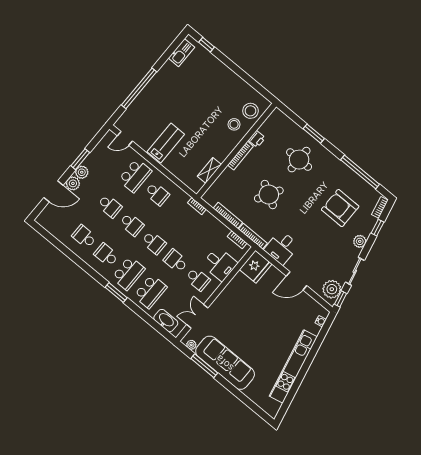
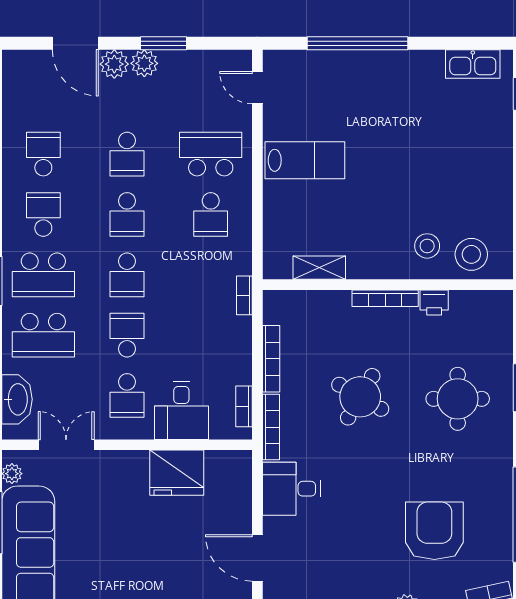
school desk: (135, 176) -> (211, 154), turned 180
fridge: (256, 267) -> (177, 473), moved

